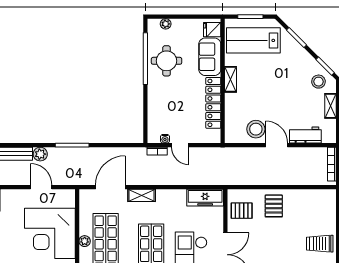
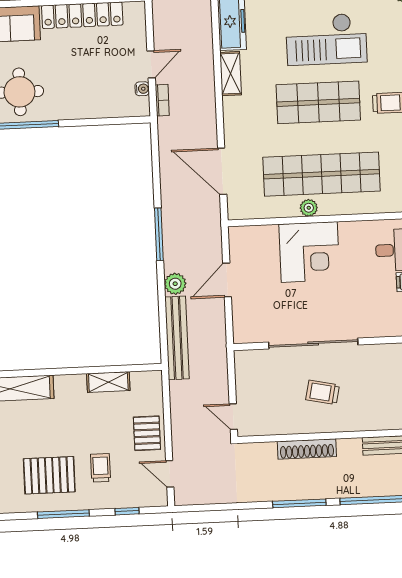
shelving: (142, 195) -> (231, 74), moved
corner desk: (50, 233) -> (309, 252), width x0.74, depth x0.74

